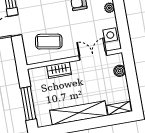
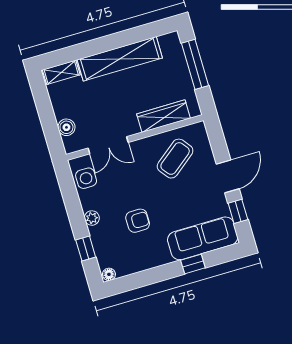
coffee table: (49, 42) -> (175, 159), turned -47
wardrobe: (59, 70) -> (164, 116), width x1.50

